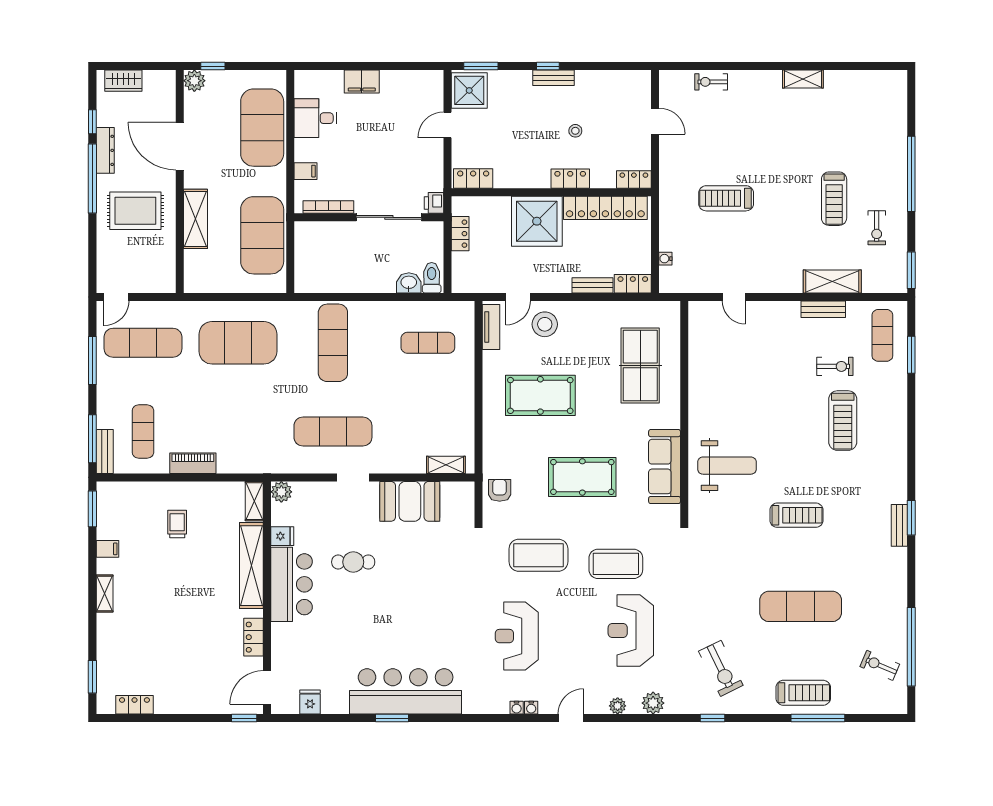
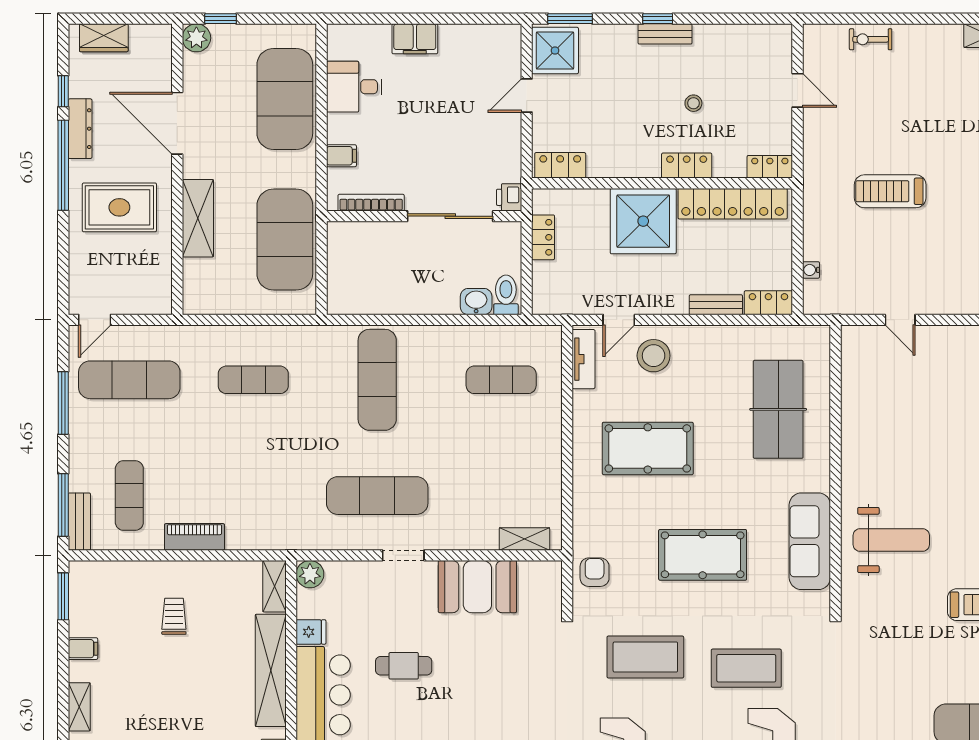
exercise mat: (238, 343) -> (253, 380), width x0.50, depth x0.69

